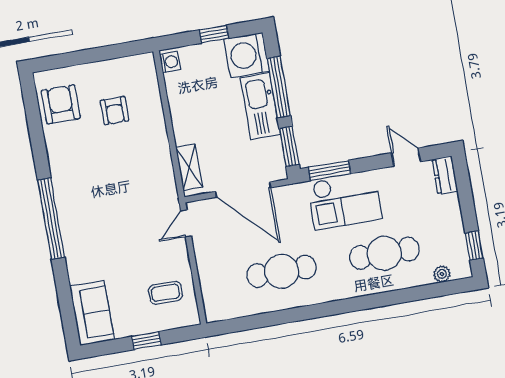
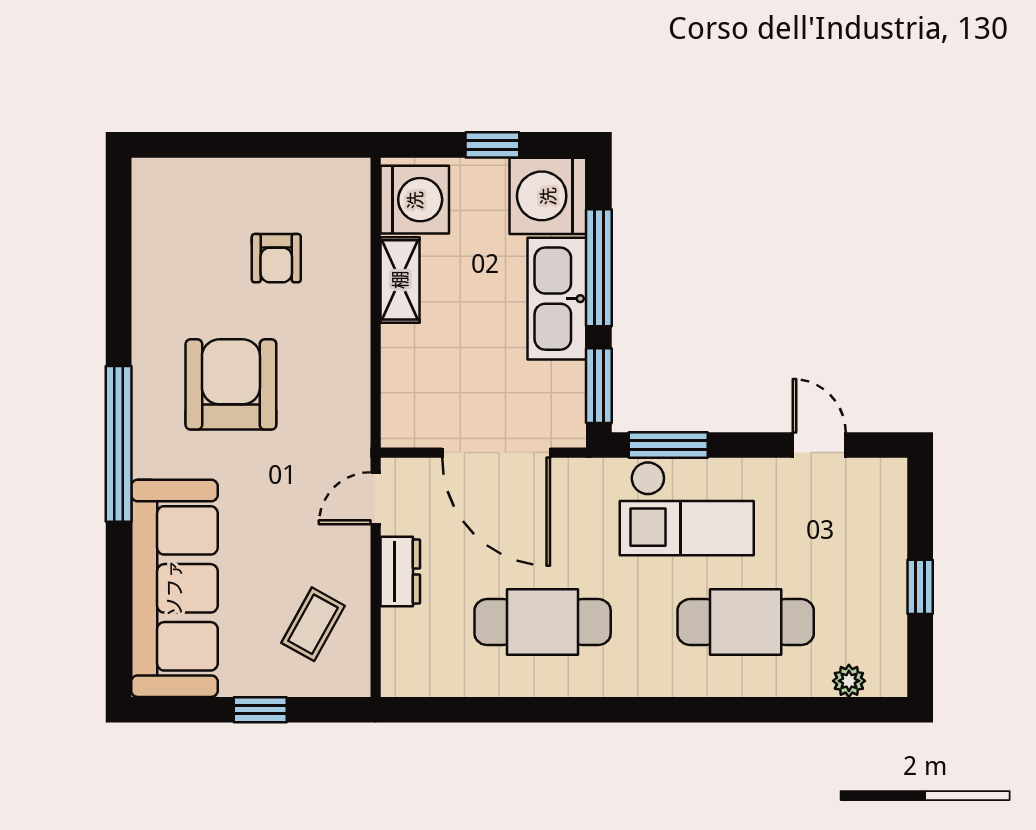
washing machine: (170, 62) -> (415, 200), width x1.89, depth x1.89
armchair: (61, 104) -> (231, 384), moved, width x1.36, depth x1.36
shelving: (189, 167) -> (400, 280), moved
dresser: (445, 175) -> (400, 572), moved, turned 180
window: (474, 245) -> (920, 587), moved
coffee table: (165, 293) -> (313, 624), turned -61
sofa: (92, 313) -> (174, 588), width x1.85, depth x1.27

